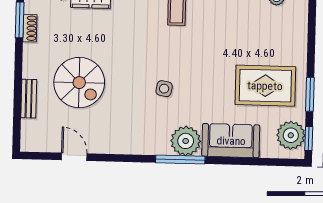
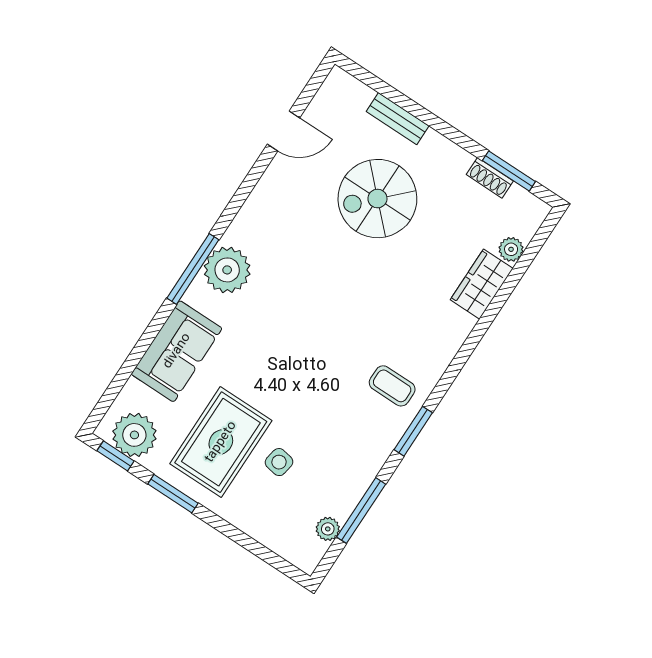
side table: (164, 89) -> (279, 462), moved
plant: (186, 141) -> (227, 270), moved

